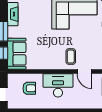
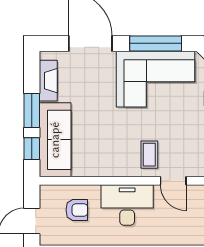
sofa: (17, 54) -> (55, 140), width x1.36

